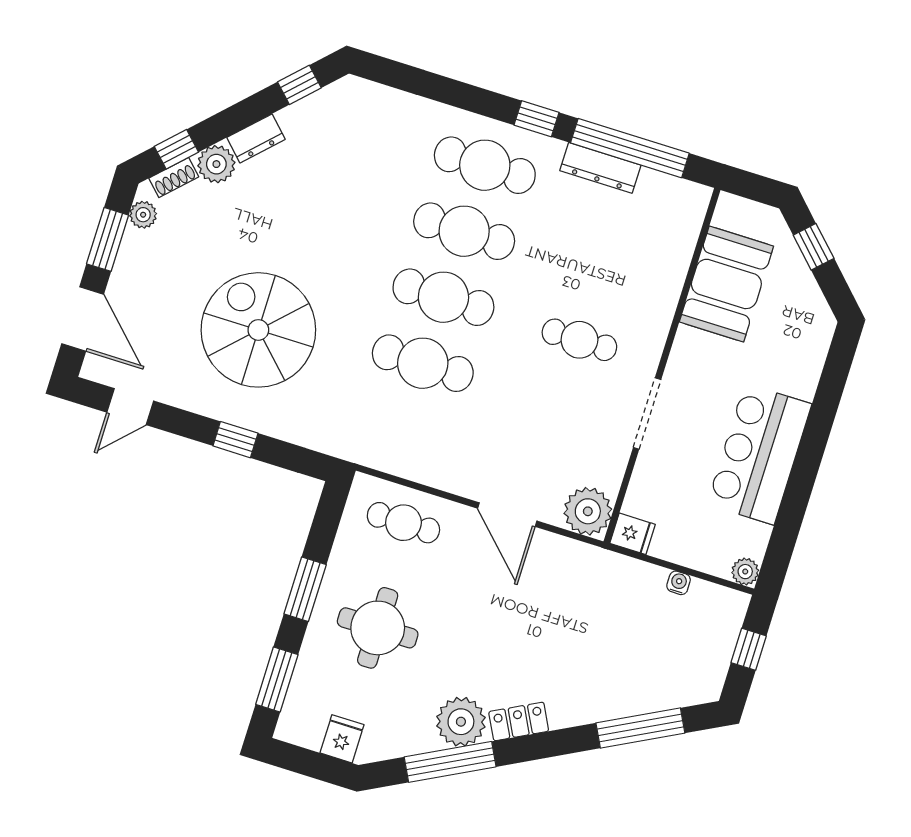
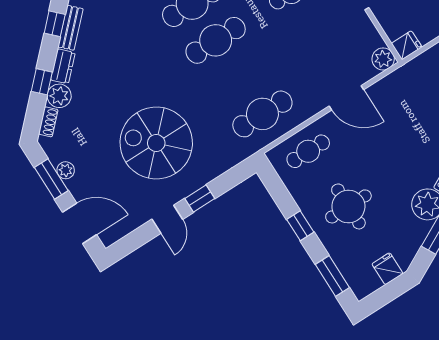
bench: (311, 108) -> (70, 28), added
window: (176, 149) -> (42, 82), moved
plant: (143, 215) -> (66, 170), moved
cafe table: (423, 363) -> (262, 114), moved
door: (130, 407) -> (167, 219), moved
plant: (588, 511) -> (383, 59), width x0.73, depth x0.73
window: (305, 589) -> (300, 226), width x0.67

